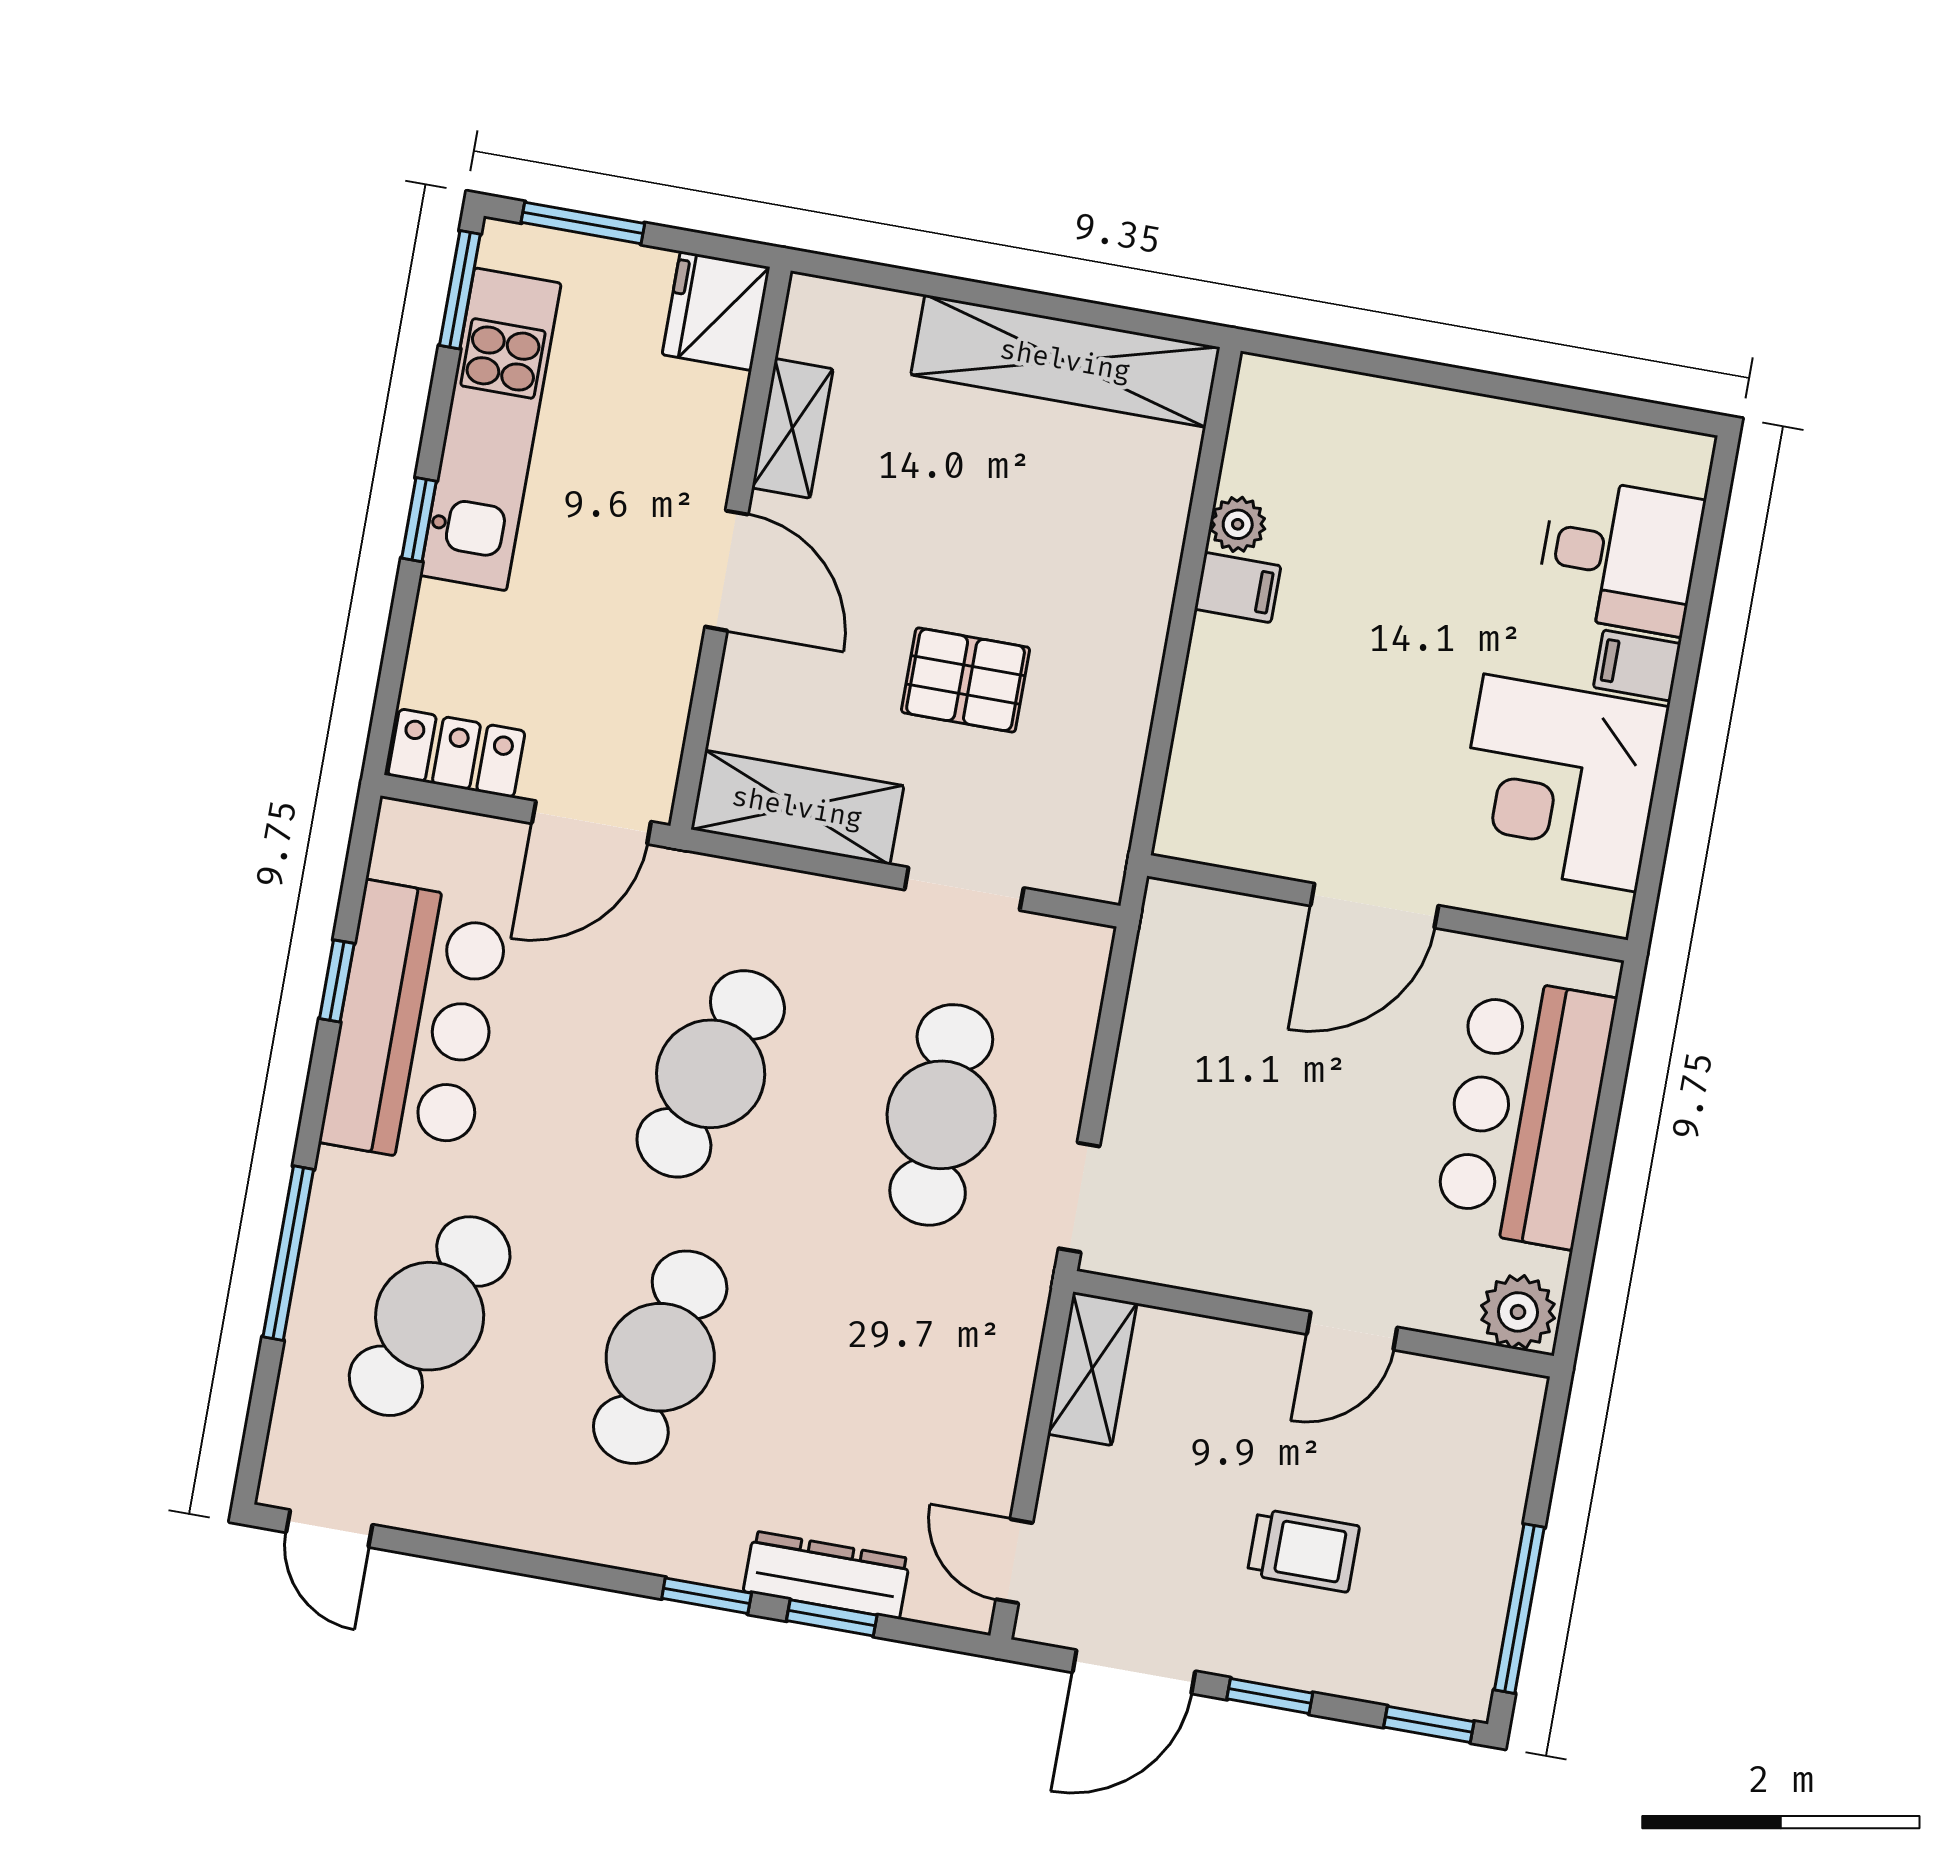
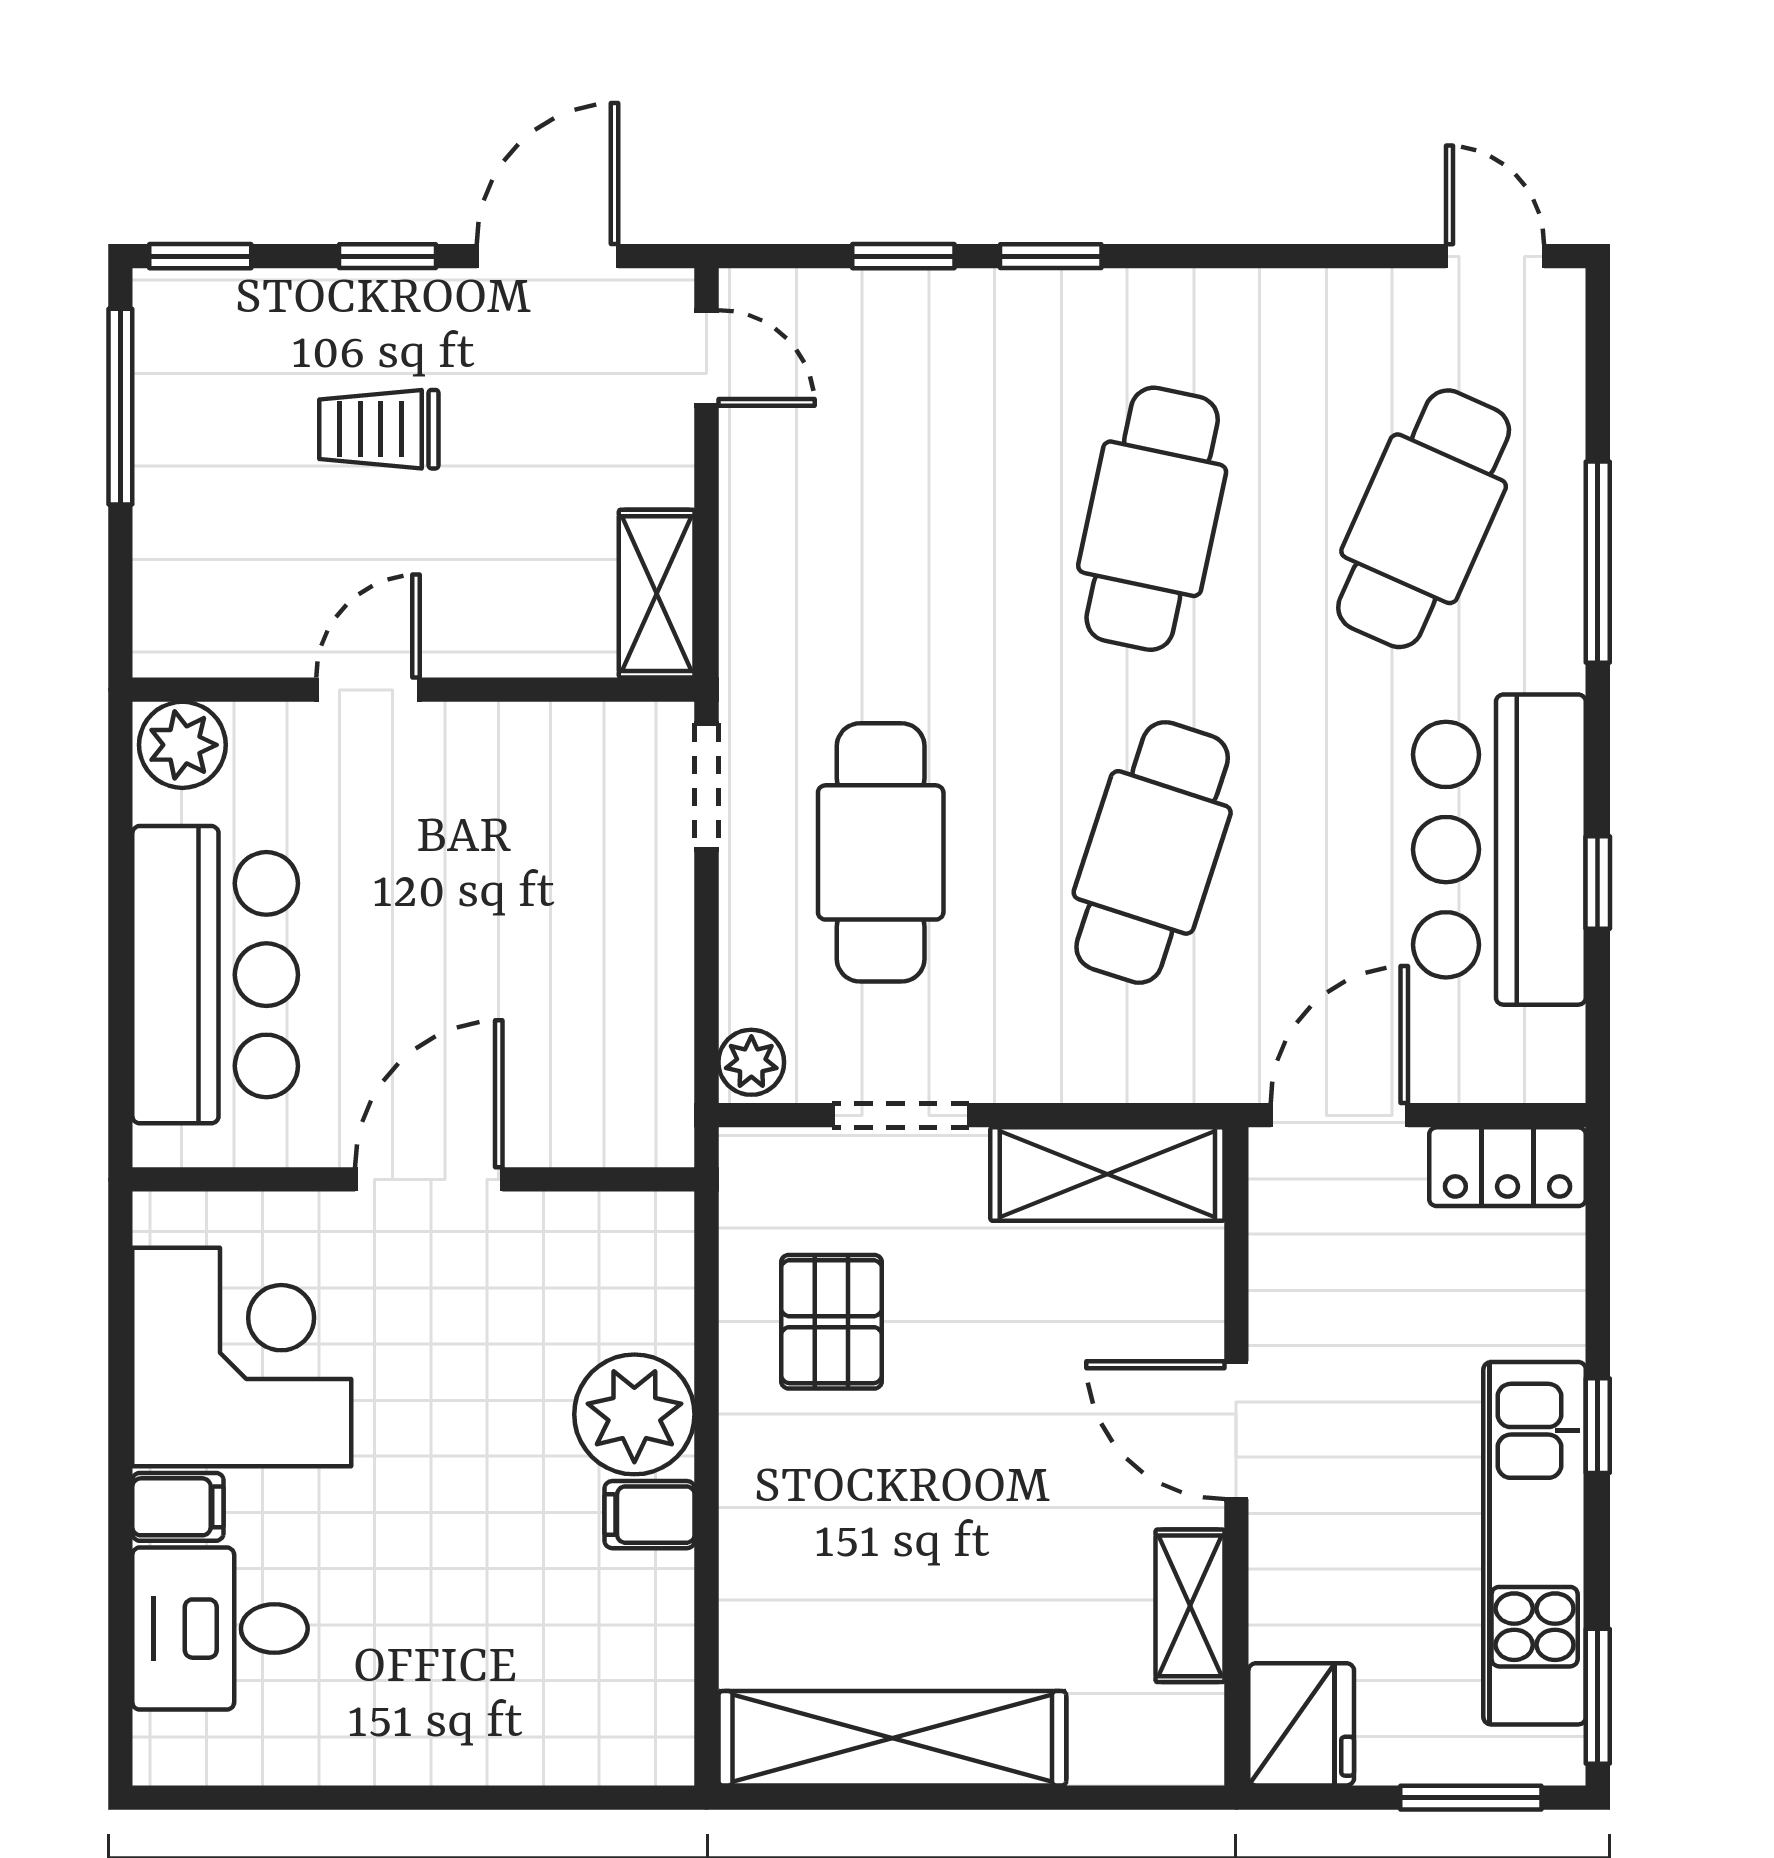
plant: (1238, 524) -> (634, 1414), moved, width x1.88, depth x1.88
pallet: (966, 680) -> (831, 1322), moved, turned 90
plant: (1083, 956) -> (751, 1062), added
dresser: (827, 1575) -> (918, 304), removed

